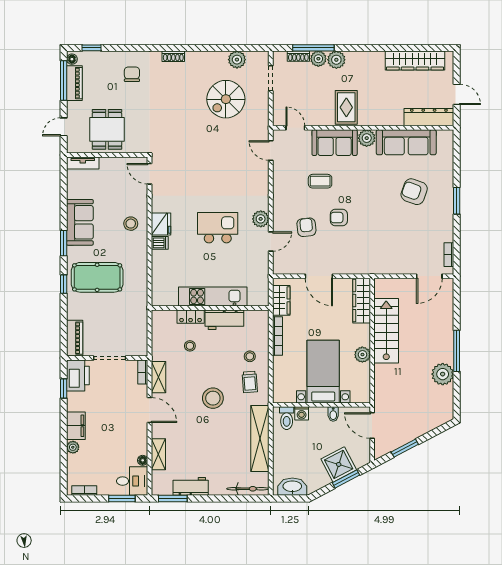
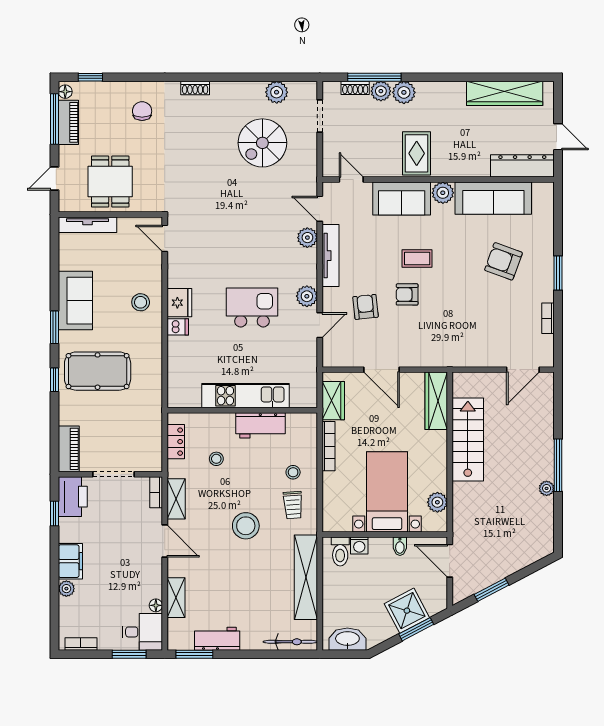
tv unit: (83, 163) -> (87, 225), width x1.41
plant: (261, 173) -> (307, 238), added
coffee table: (320, 181) -> (417, 258), moved
tv unit: (279, 187) -> (331, 256), added
bookcase: (449, 255) -> (548, 318), moved
locker: (191, 317) -> (176, 442), moved, turned -90
plant: (362, 355) -> (437, 502), moved
plant: (443, 374) -> (547, 488), width x0.53, depth x0.53

